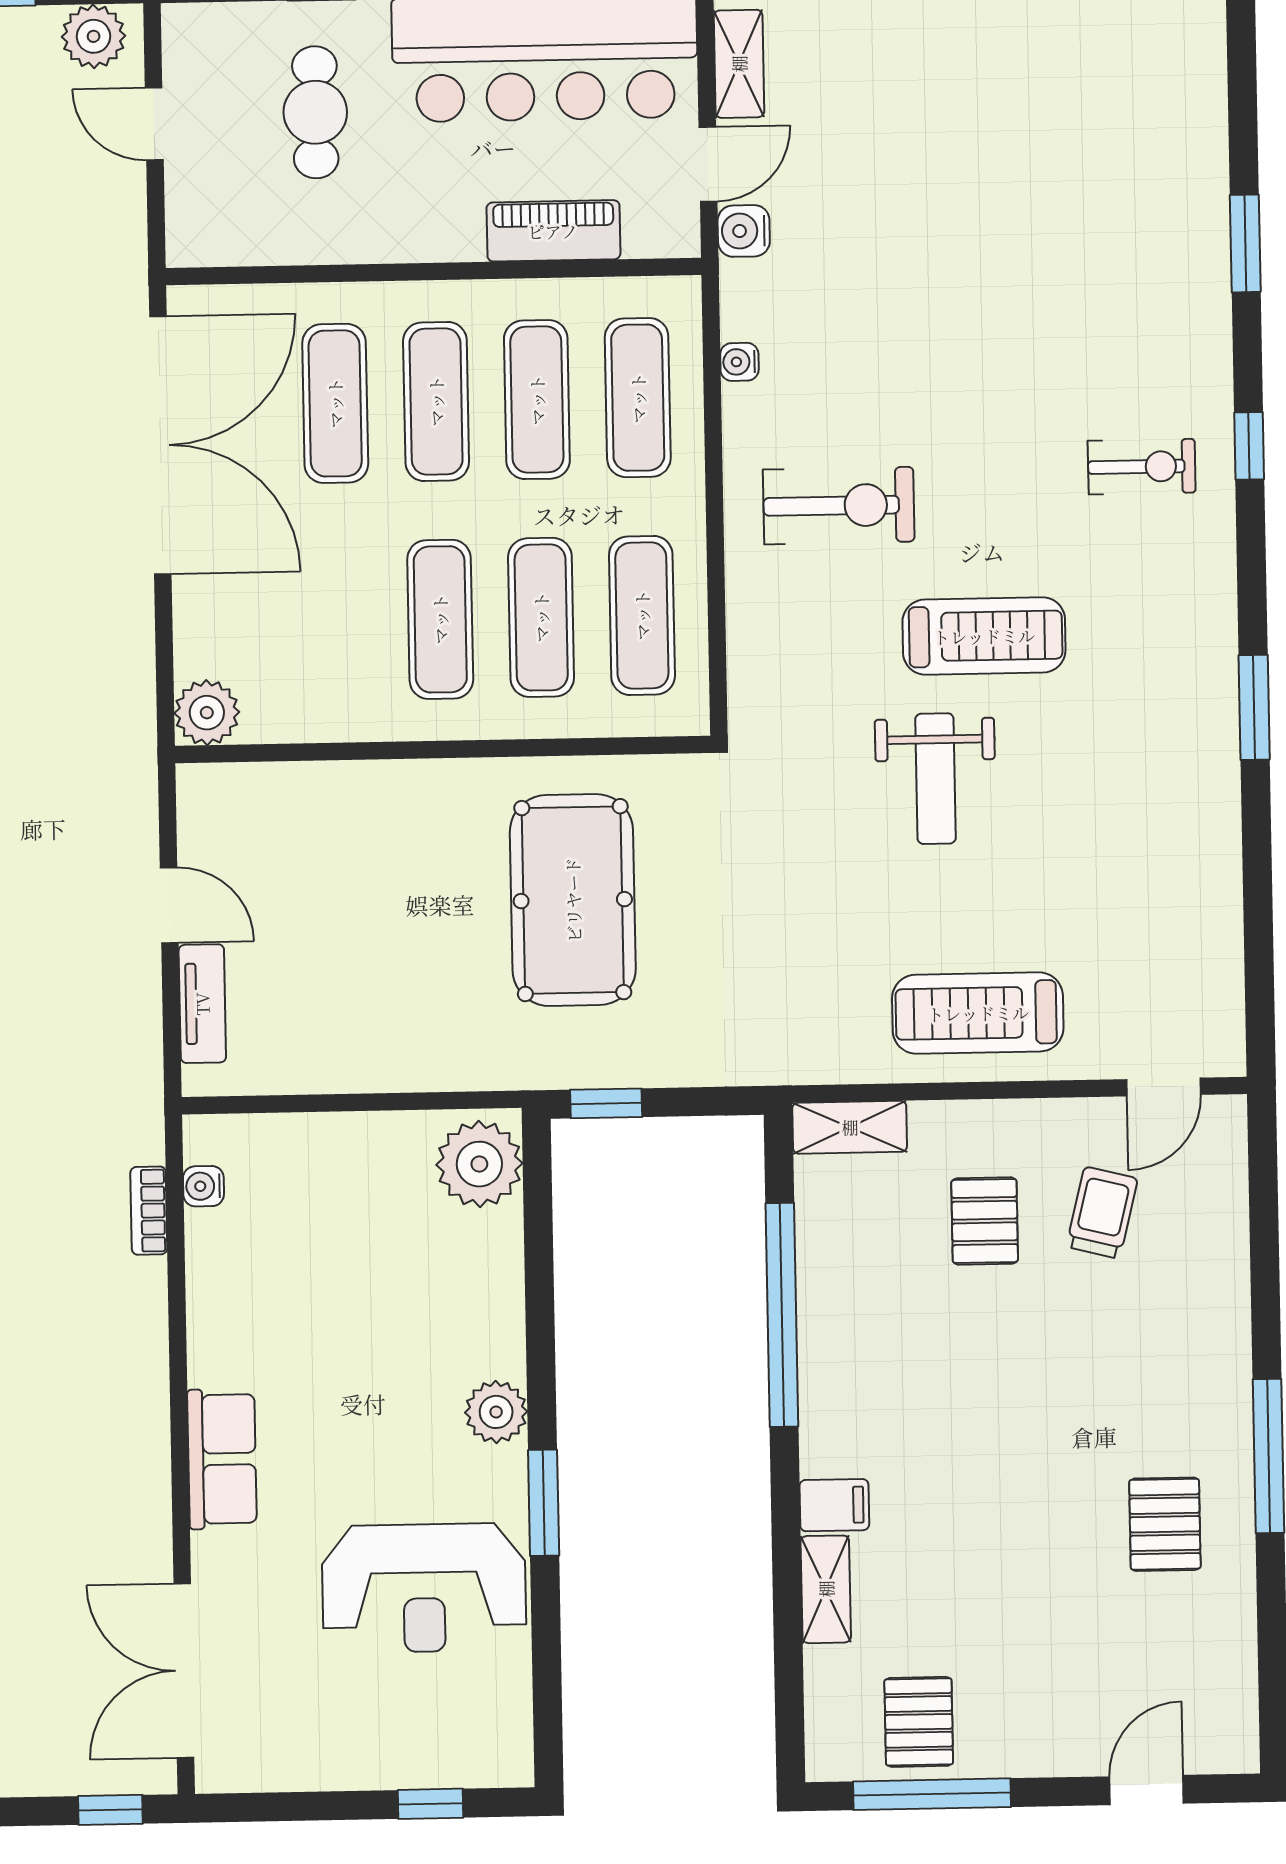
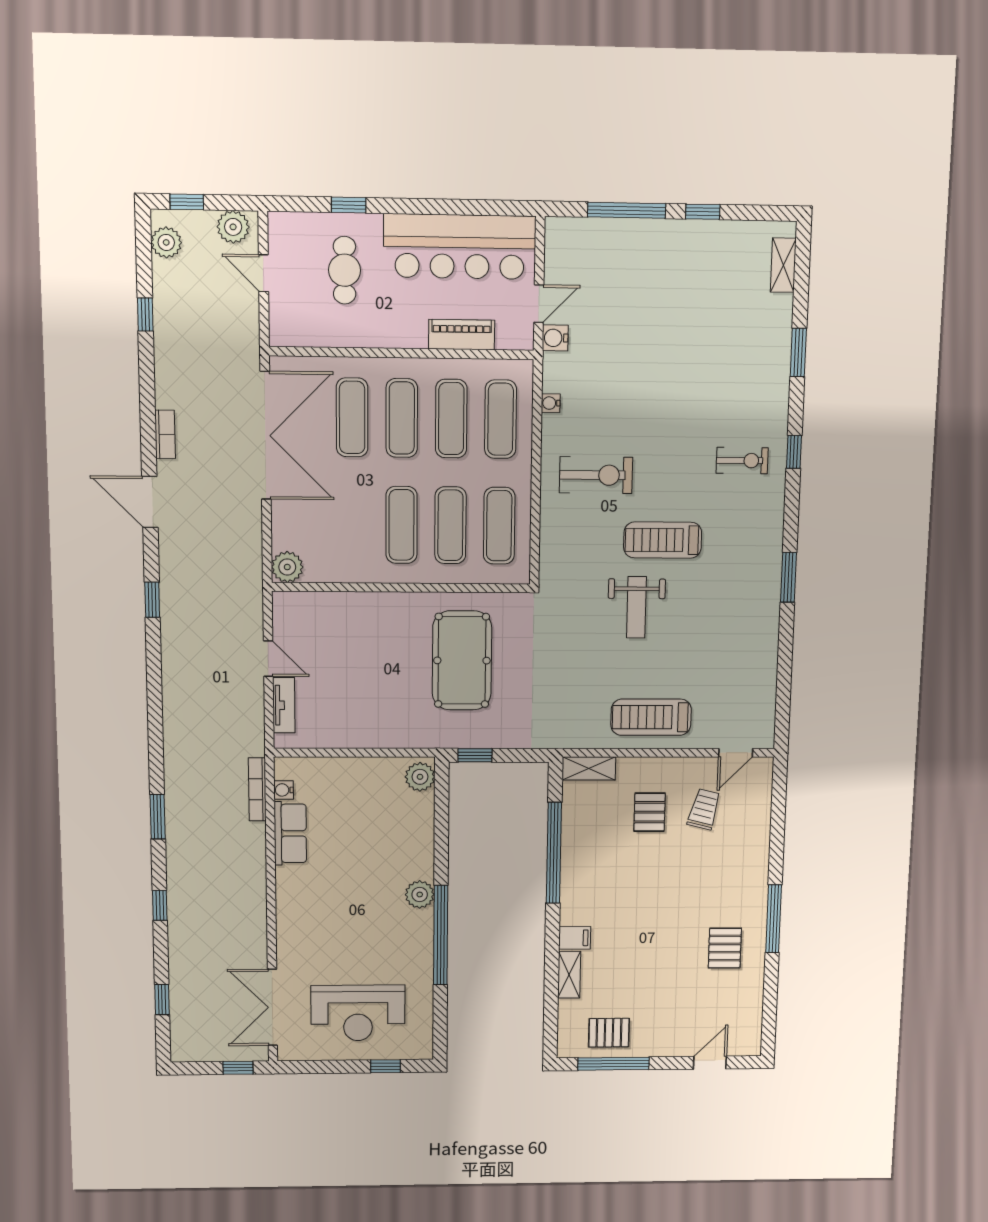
shelving: (739, 64) -> (783, 265), moved
treadmill: (984, 636) -> (663, 540), turned 180
plant: (479, 1164) -> (420, 777), width x0.73, depth x0.73
bookcase: (149, 1211) -> (257, 789), width x1.56
row of seats: (222, 1459) -> (290, 833), moved
window: (544, 1503) -> (441, 935), width x2.11
reception desk: (424, 1588) -> (358, 1013), moved
pallet: (919, 1722) -> (609, 1033), turned 90

